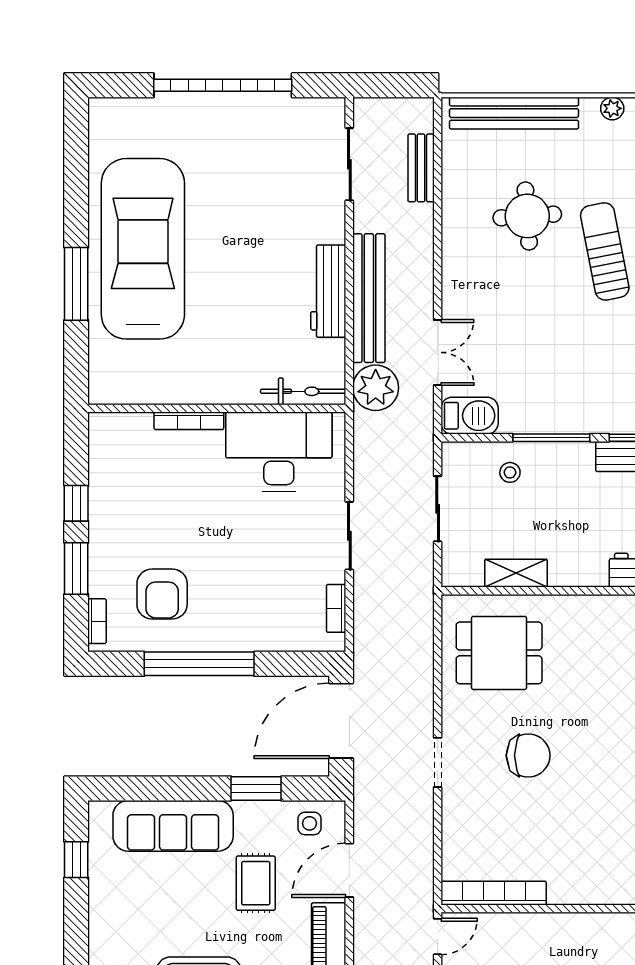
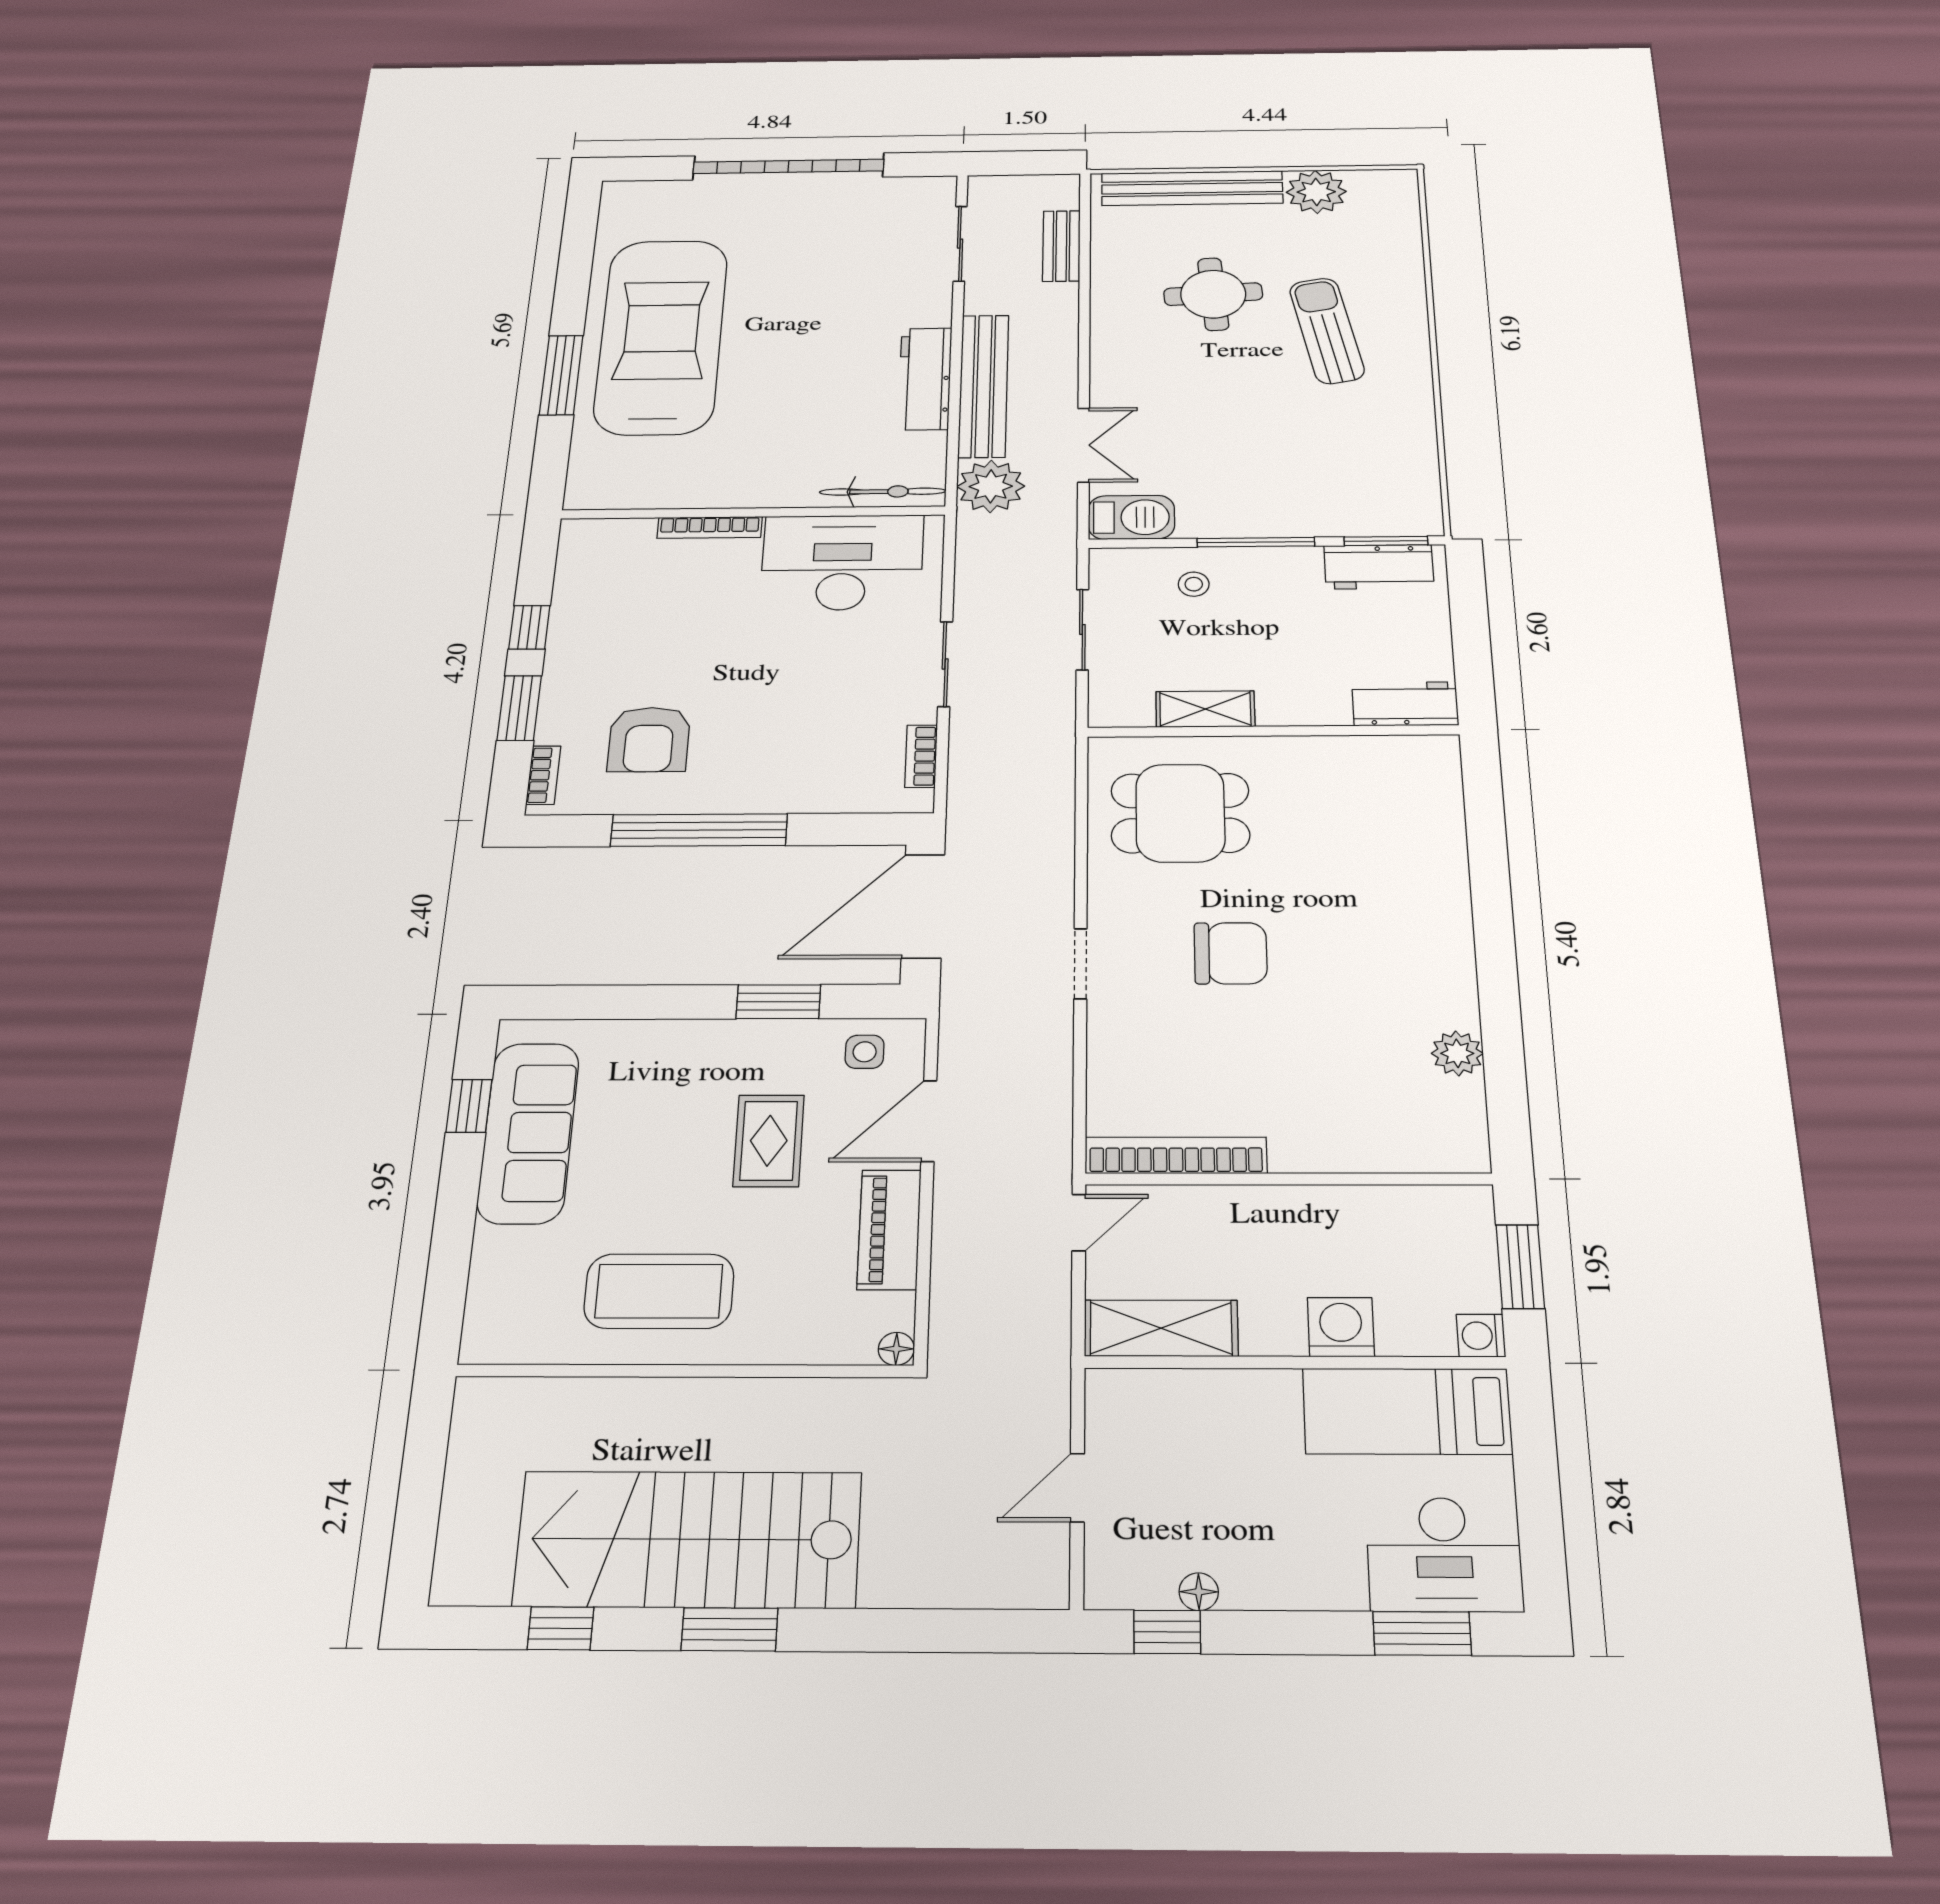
plant: (612, 108) -> (1316, 192), width x1.88, depth x1.88
sofa: (173, 826) -> (528, 1132), moved, turned -90

